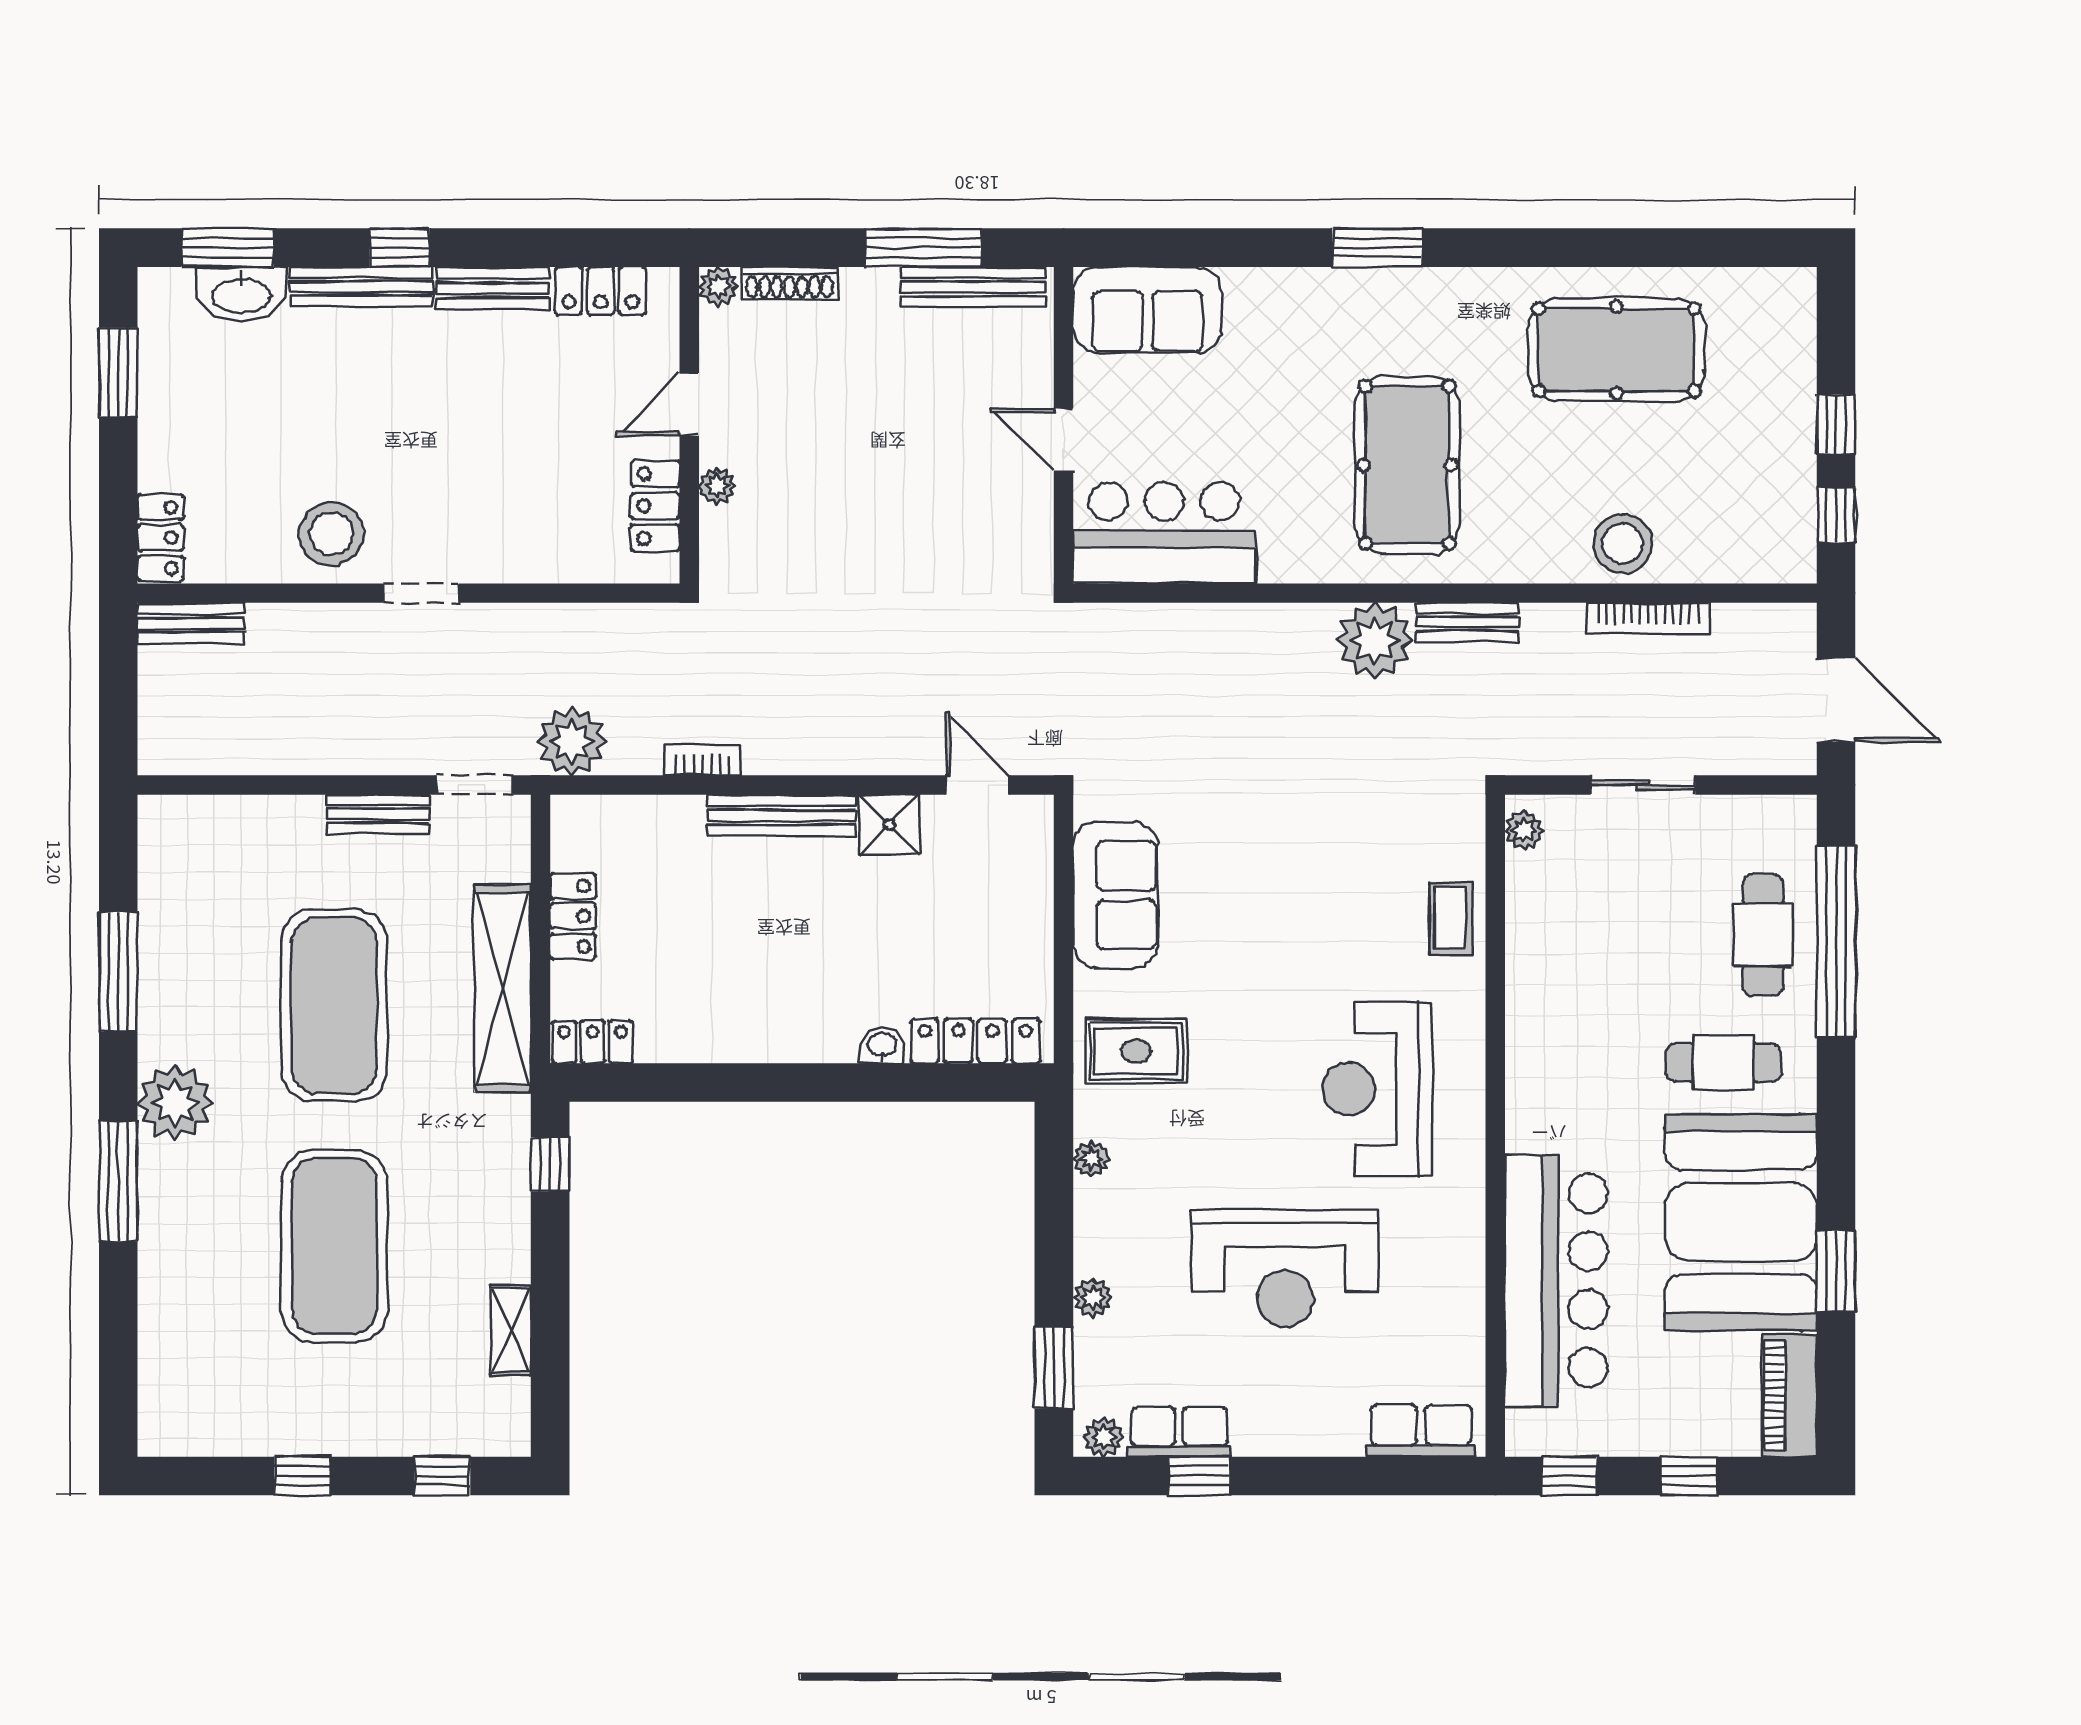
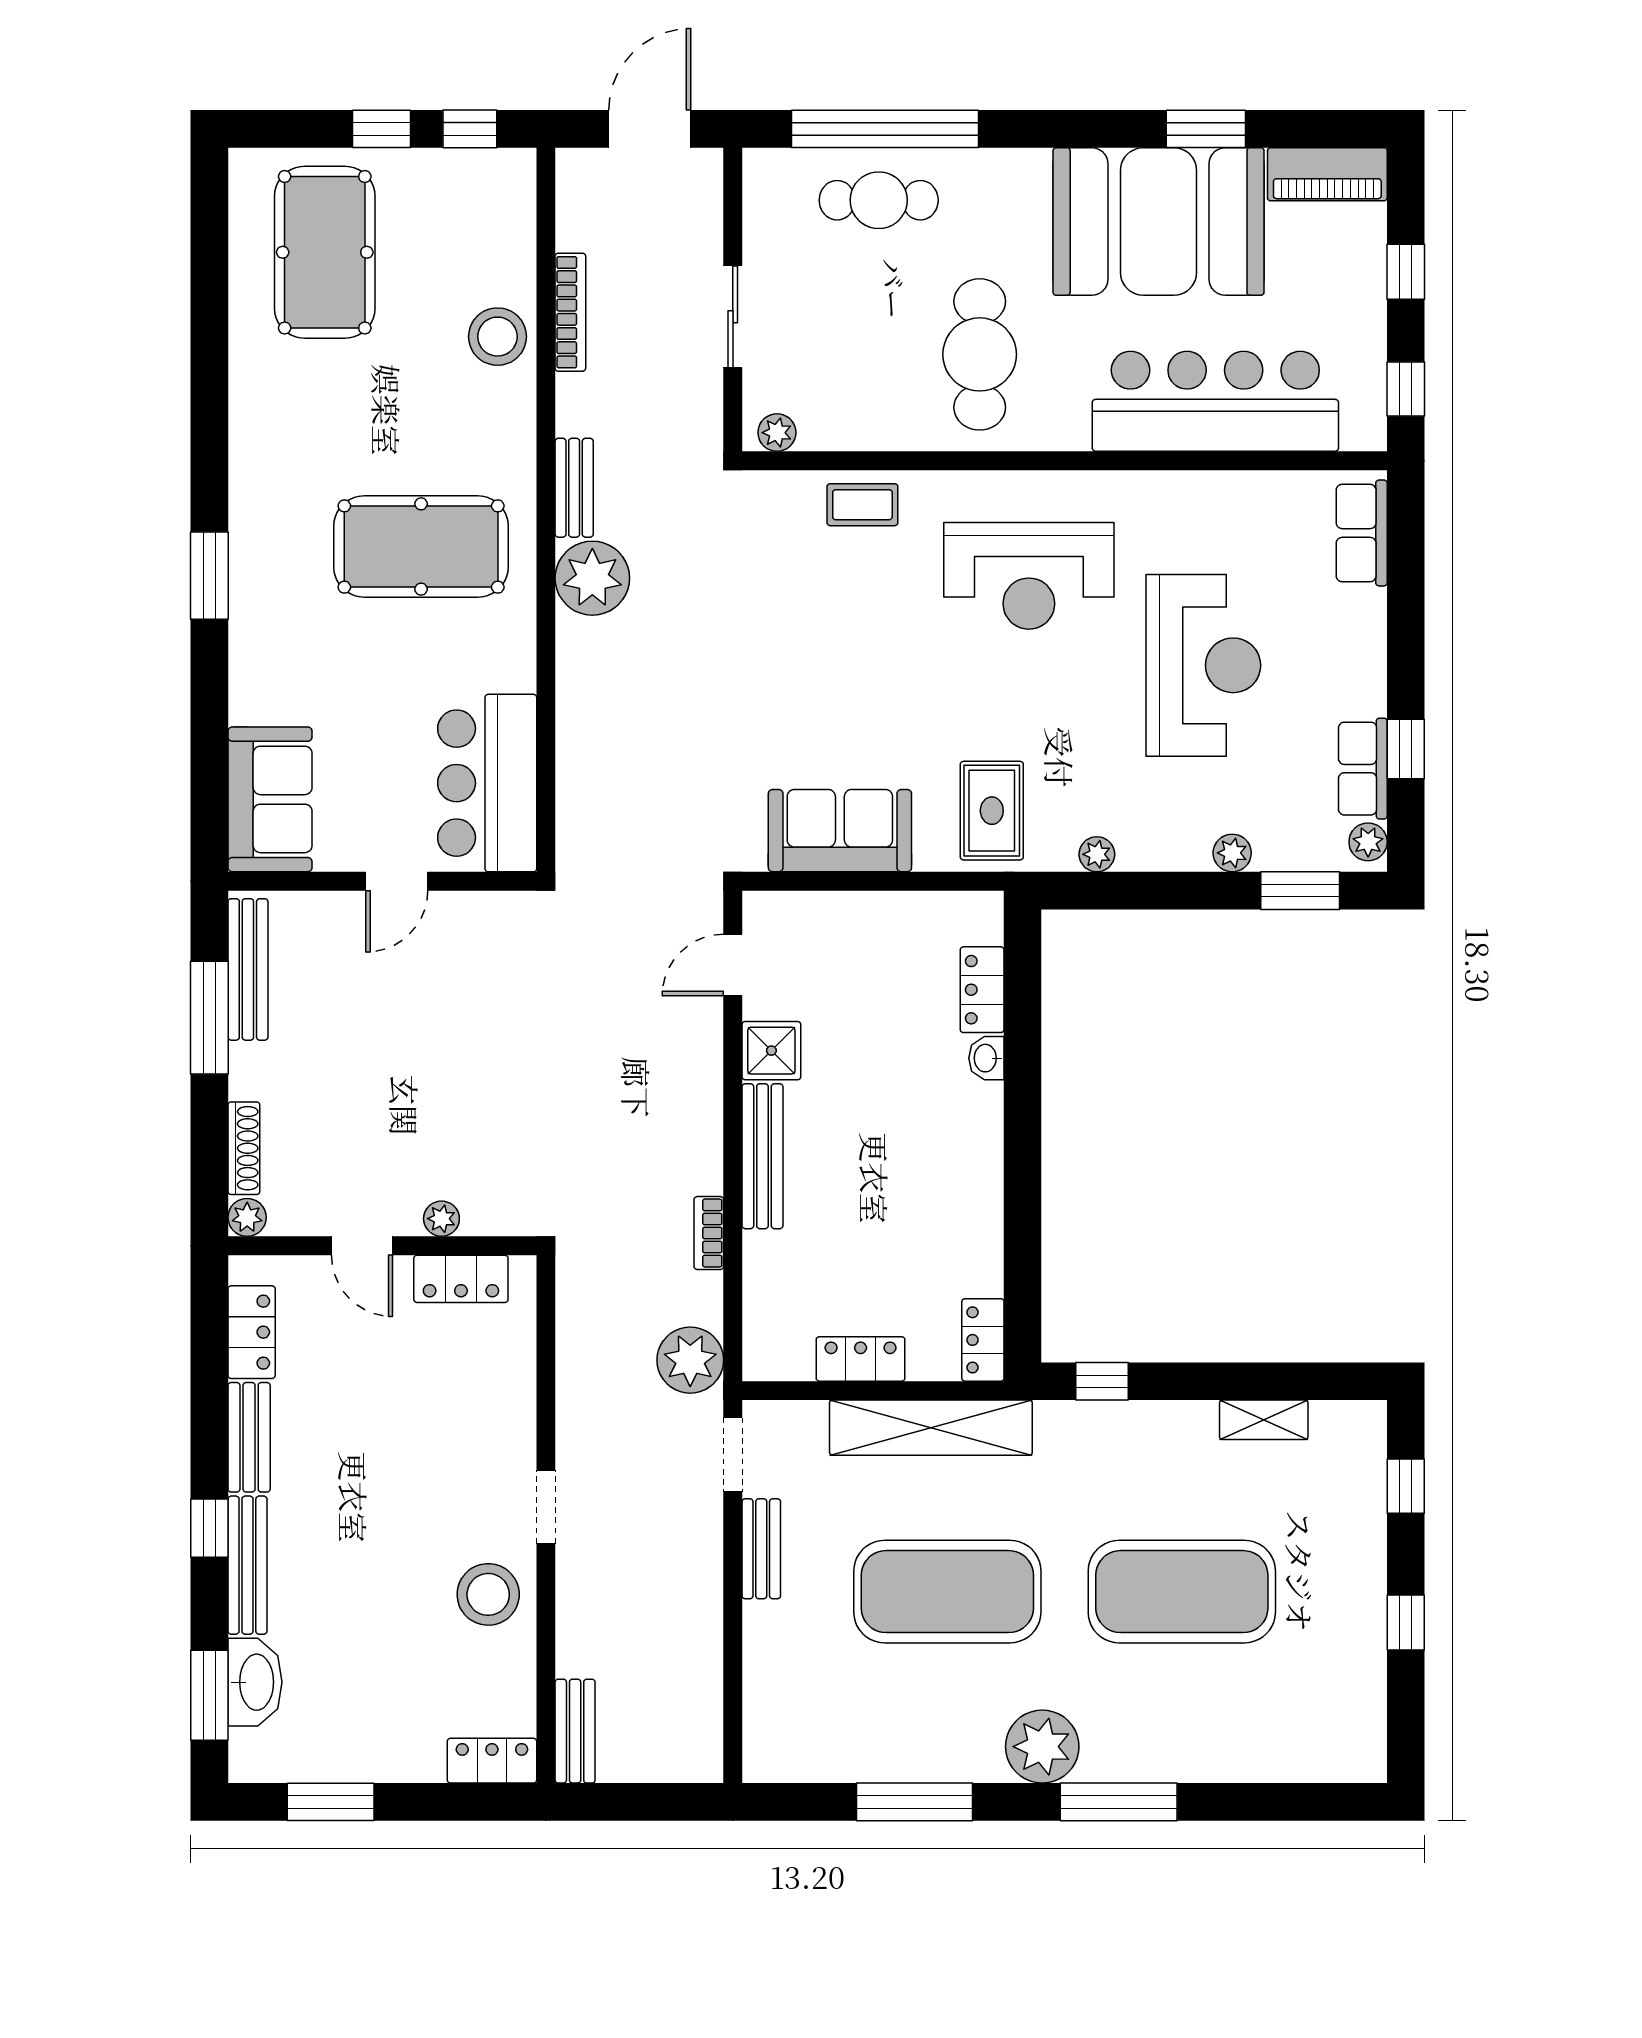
pool table: (1617, 350) -> (325, 252), moved
locker: (975, 1041) -> (982, 990), width x0.66
cafe table: (1723, 1062) -> (980, 354), moved, width x1.37, depth x1.35

